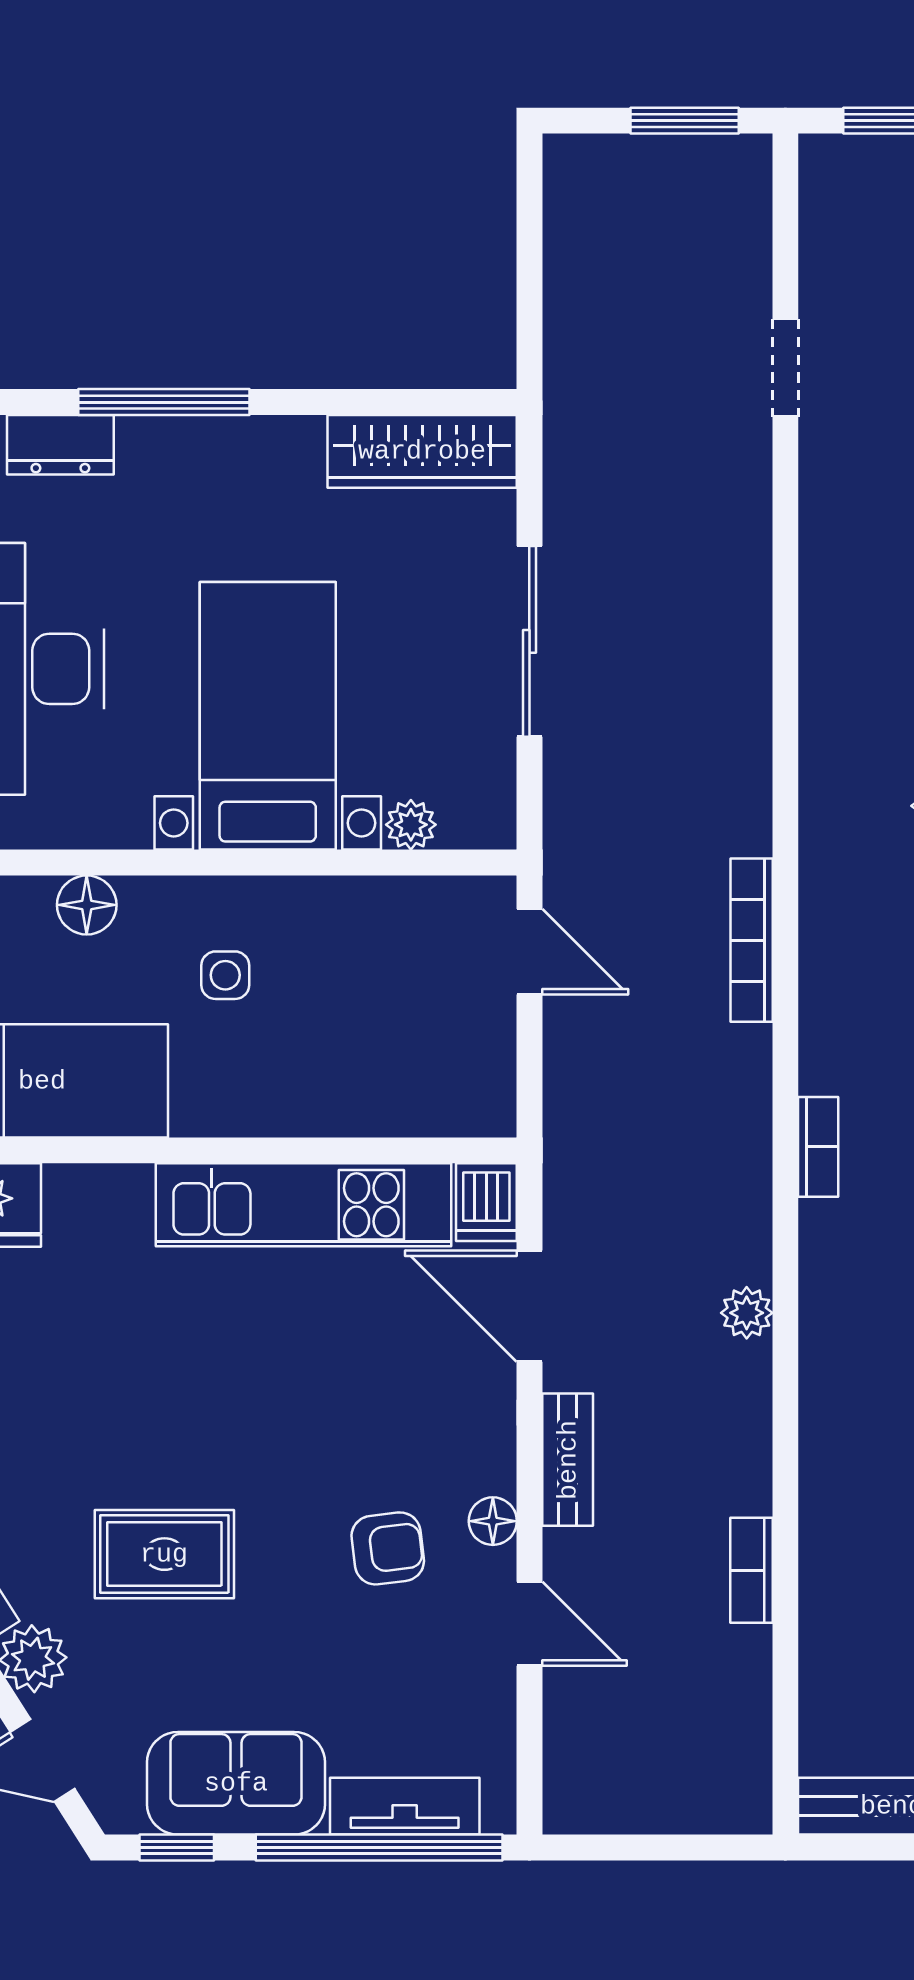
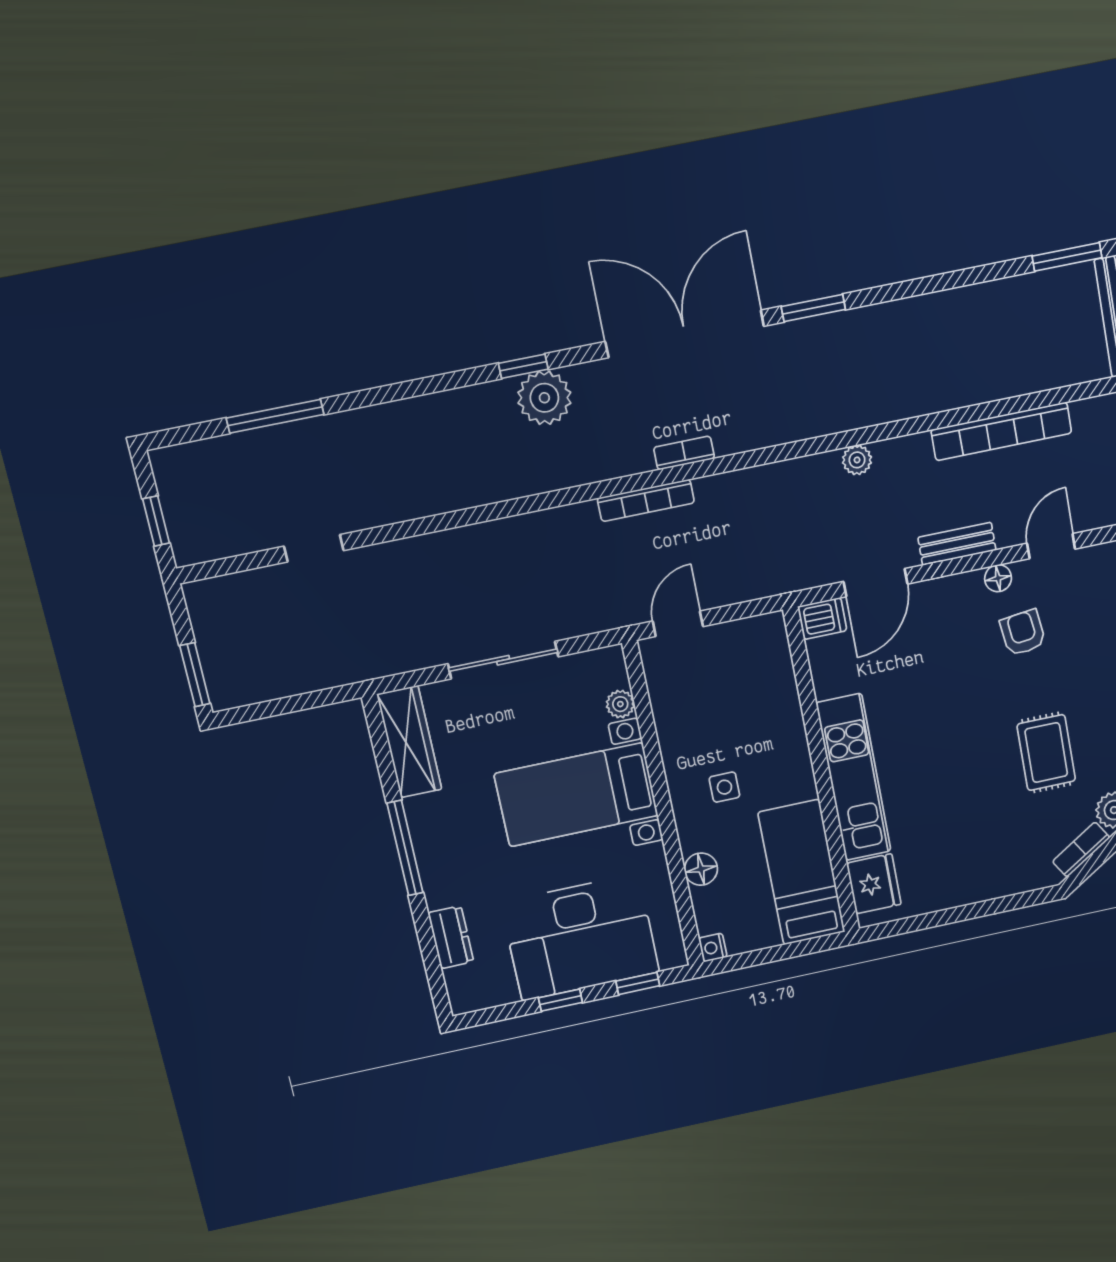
window: (685, 121) -> (195, 675), moved
window: (164, 402) -> (405, 848), moved
bookcase: (818, 1147) -> (684, 453), moved
kitchen unit: (303, 1205) -> (854, 777), moved
bookcase: (751, 1570) -> (1001, 431), width x2.31, depth x1.31

